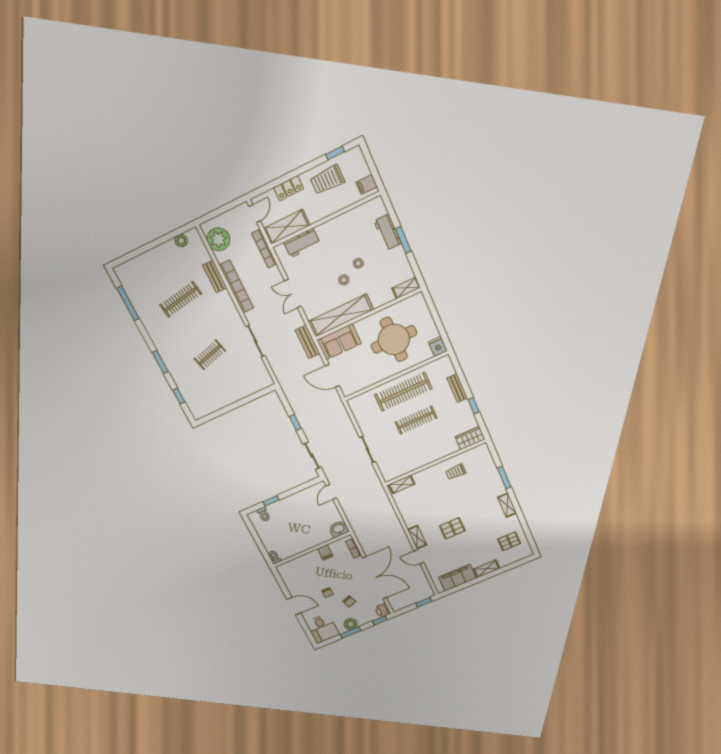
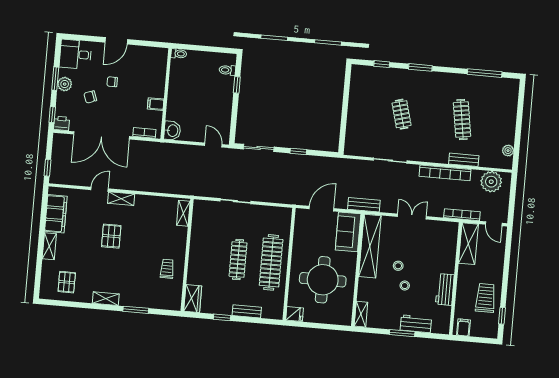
locker: (289, 188) -> (497, 263), removed
workbench: (302, 243) -> (445, 290), moved

